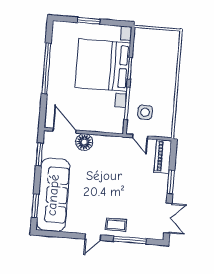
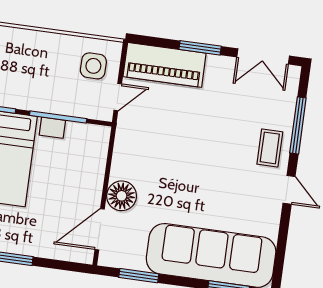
side table: (145, 112) -> (93, 66), moved
piano: (163, 156) -> (165, 65), width x1.37, depth x1.33
double door: (168, 218) -> (263, 56), swing flipped

